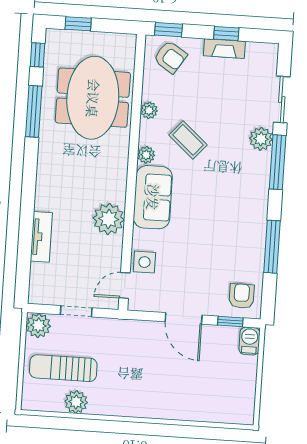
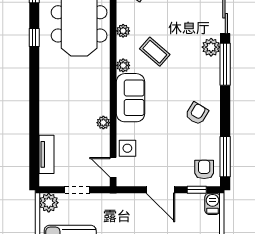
window: (34, 111) -> (34, 38), width x0.46
plant: (109, 219) -> (103, 123), width x0.53, depth x0.53
armchair: (237, 223) -> (197, 113), added
tv unit: (41, 237) -> (46, 154), moved
window: (272, 247) -> (225, 157), moved
door: (125, 285) -> (113, 167), hinge flipped

